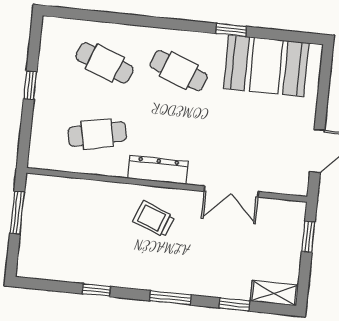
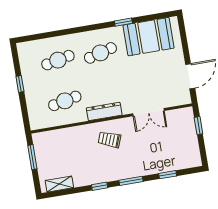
cafe table: (105, 63) -> (58, 60), turned -33
cafe table: (179, 71) -> (100, 53), turned -36
window: (96, 290) -> (100, 186), moved
shelving: (274, 293) -> (59, 184), moved

